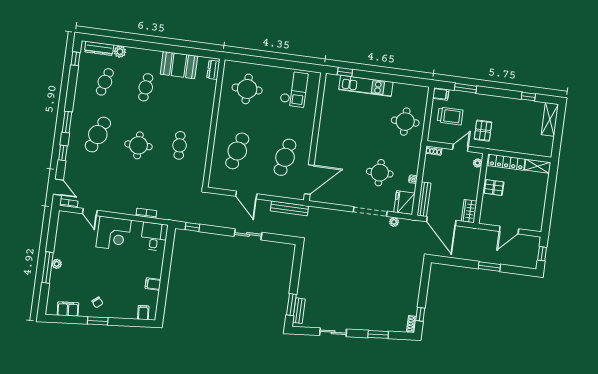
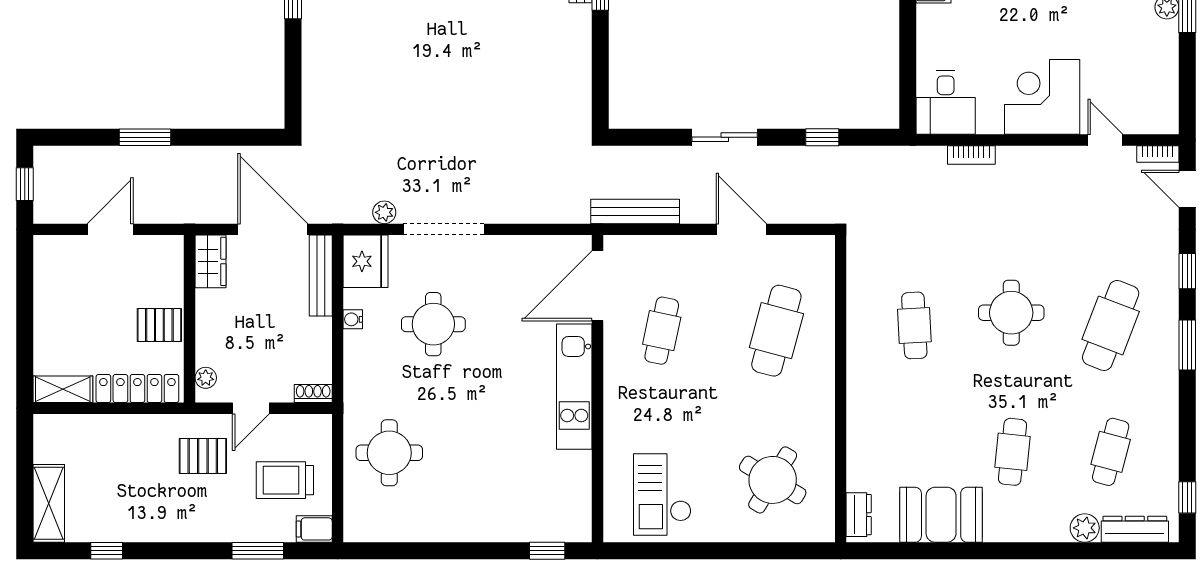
kitchen unit: (366, 86) -> (574, 387), moved, turned -90
round table: (247, 89) -> (773, 480), turned 31
pallet: (483, 131) -> (203, 456), turned 90
cafe table: (285, 157) -> (662, 331), width x0.73, depth x0.74
window: (192, 227) -> (822, 137), moved

